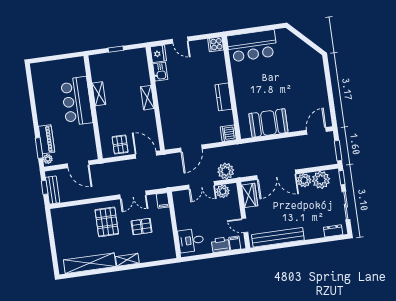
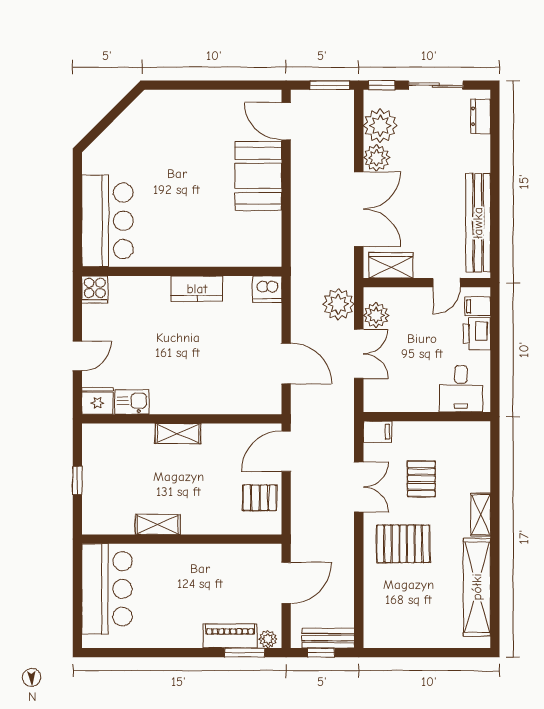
bar counter: (77, 101) -> (107, 589), moved, turned -90
booth: (268, 123) -> (258, 176), moved

